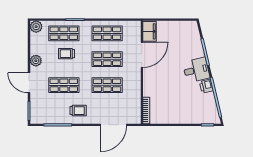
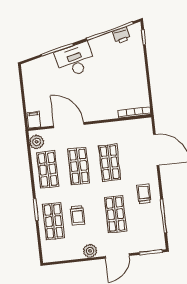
plant: (36, 27) -> (37, 142), moved
filing cabinet: (150, 31) -> (34, 120), width x0.50
desk: (196, 70) -> (75, 60), width x1.37
printer: (206, 86) -> (121, 35), moved

